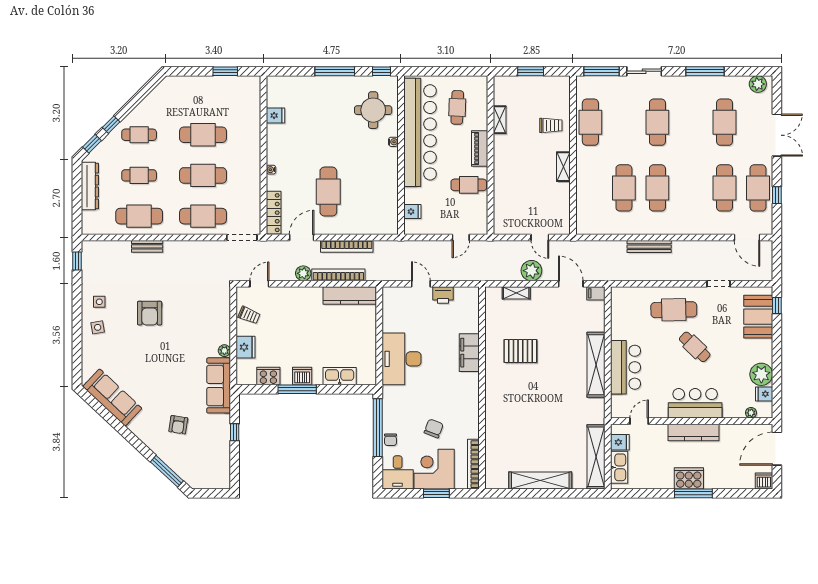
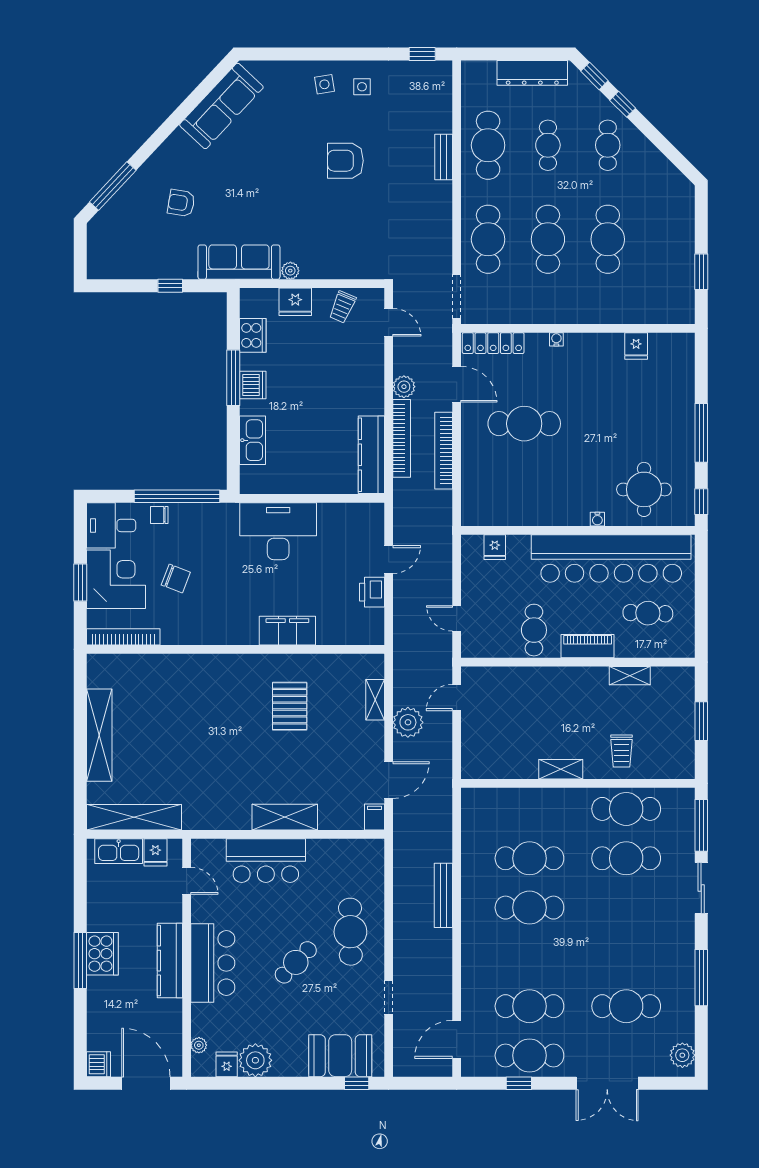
cafe table: (657, 122) -> (626, 858), moved
door: (540, 237) -> (457, 697), moved
shelving: (596, 365) -> (285, 817), width x0.68

